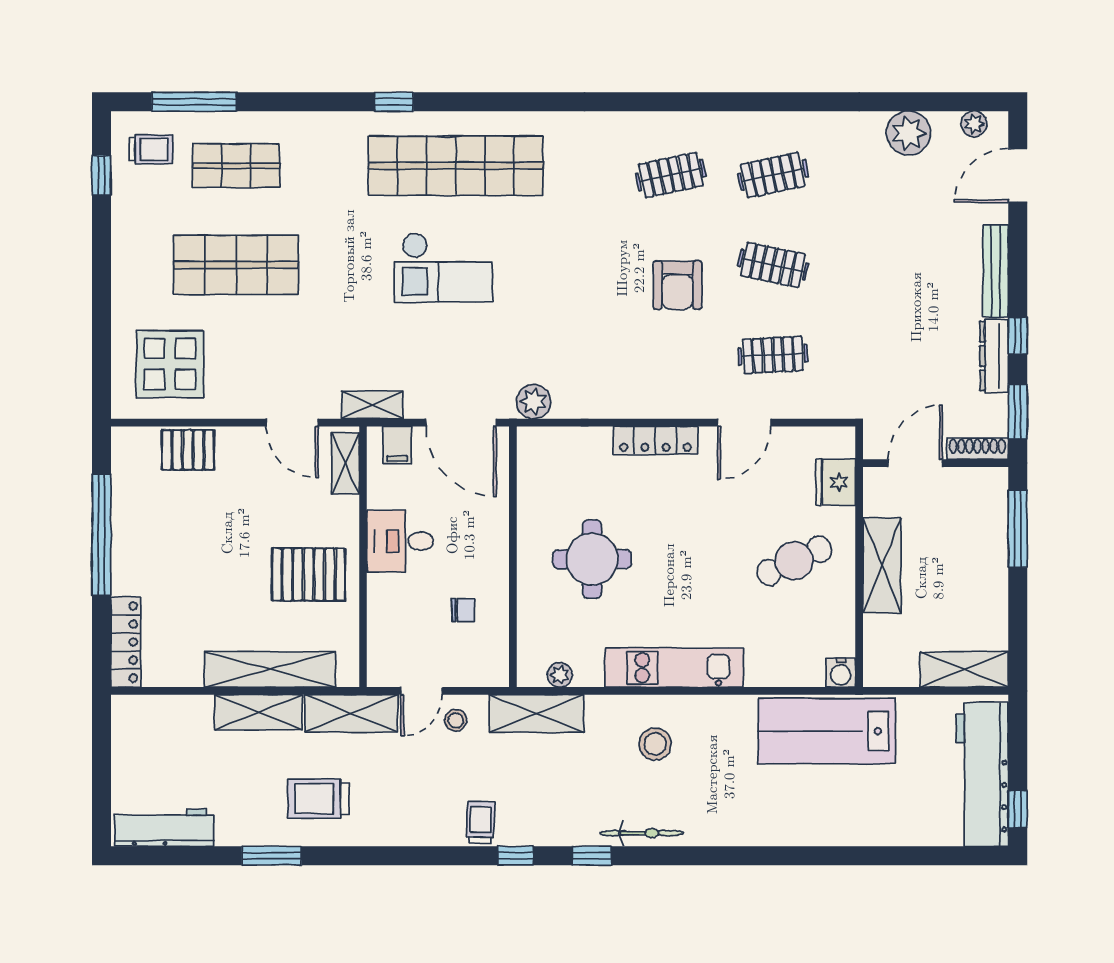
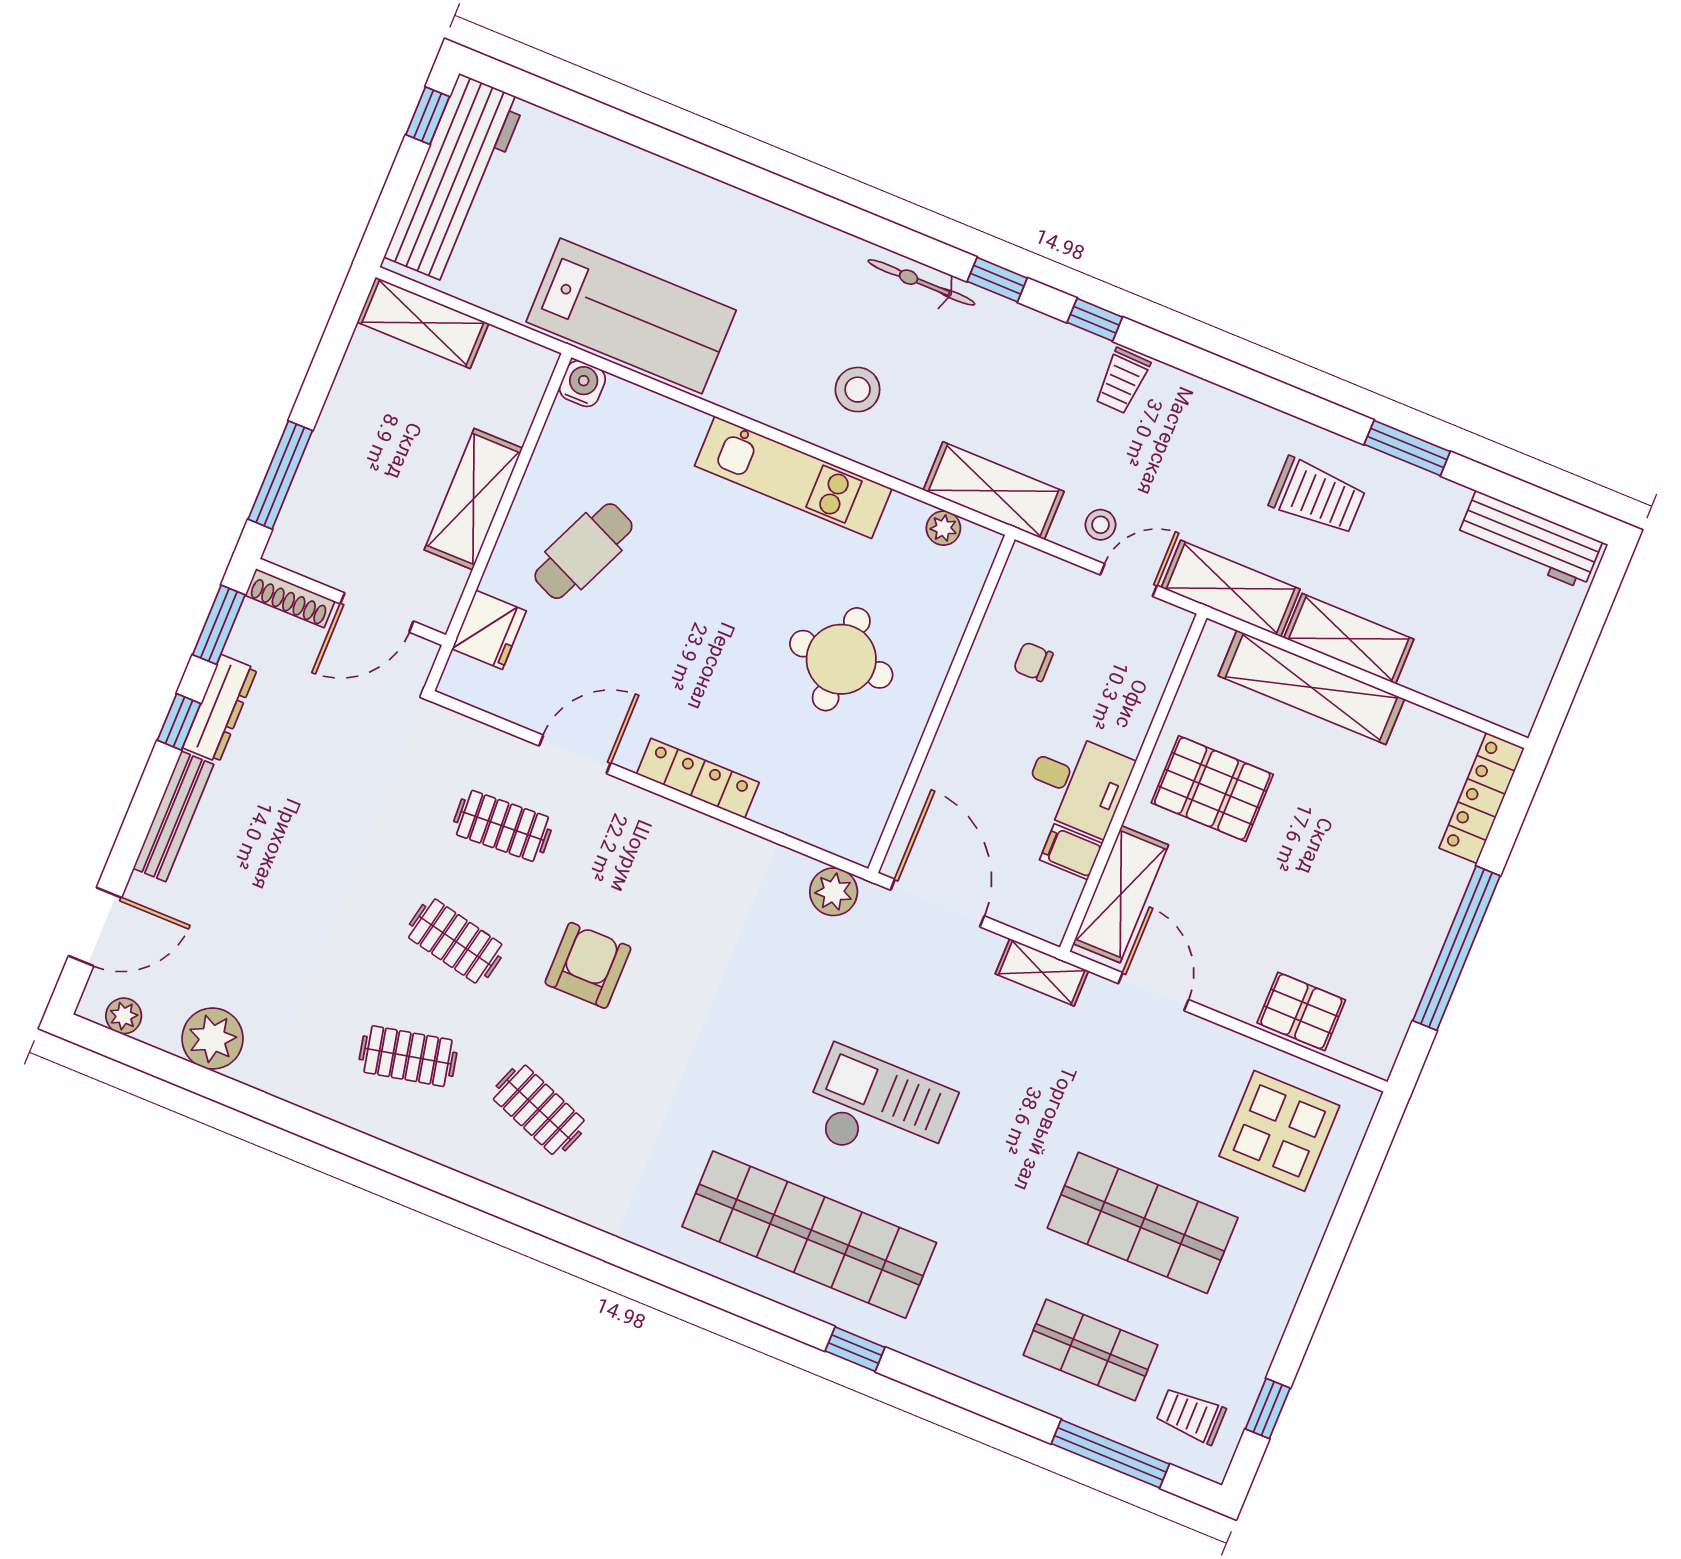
clothes rail: (671, 175) -> (539, 1110), turned 33
filing cabinet: (397, 445) -> (1071, 852), moved, turned -90
shelving: (345, 463) -> (1121, 894), width x1.50, depth x1.33
cafe table: (794, 561) -> (583, 551), turned -41

